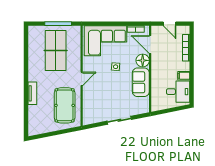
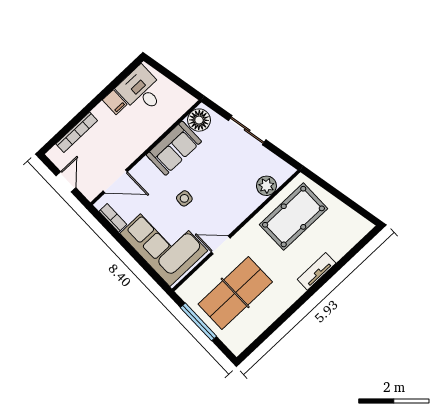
door: (150, 44) -> (115, 181), hinge flipped
floor lamp: (143, 60) -> (199, 120), moved
door: (82, 79) -> (221, 245), moved
plant: (88, 106) -> (266, 186), added

